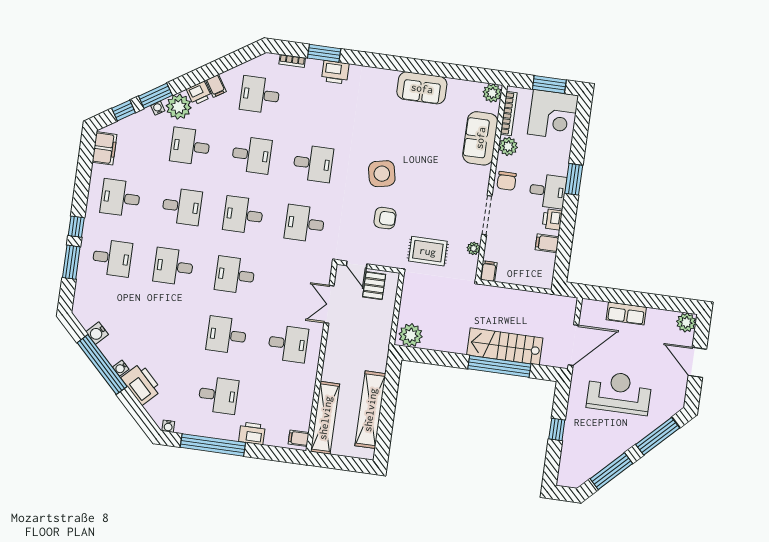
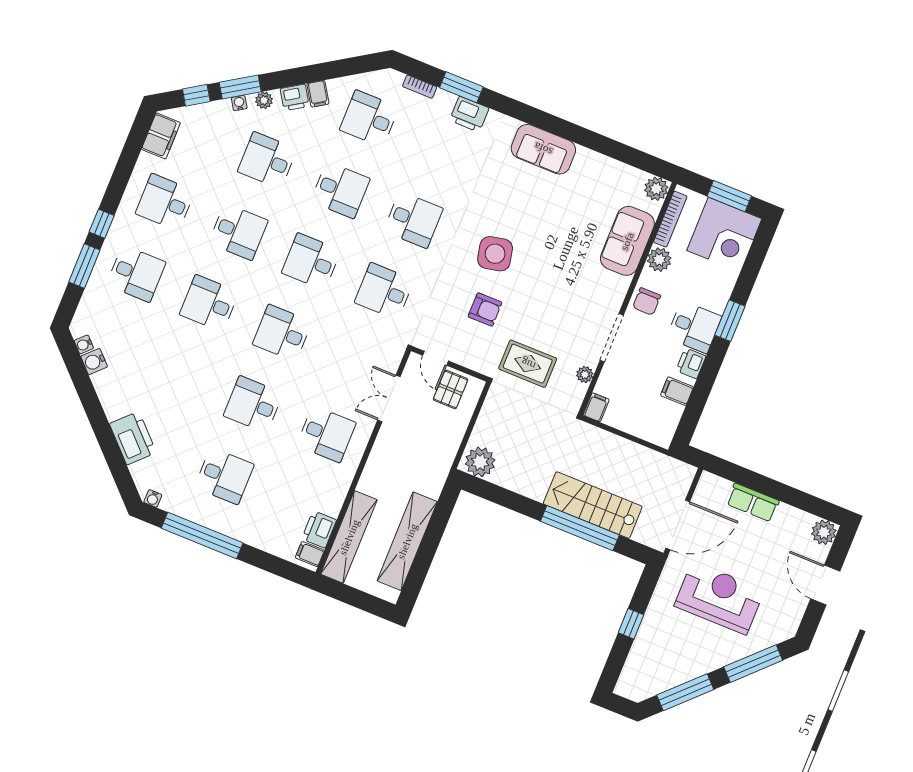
sofa: (422, 88) -> (543, 149), moved
plant: (179, 107) -> (264, 100), width x0.53, depth x0.53
window: (102, 365) -> (91, 402), removed
water cooler: (121, 368) -> (84, 344), moved
printer: (252, 433) -> (319, 529), moved, turned -90

